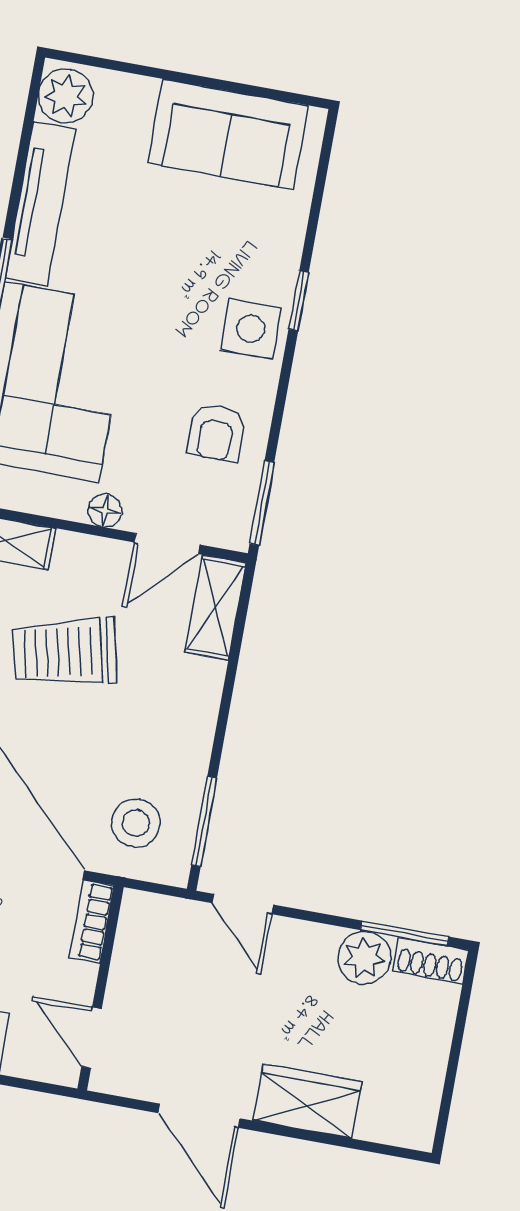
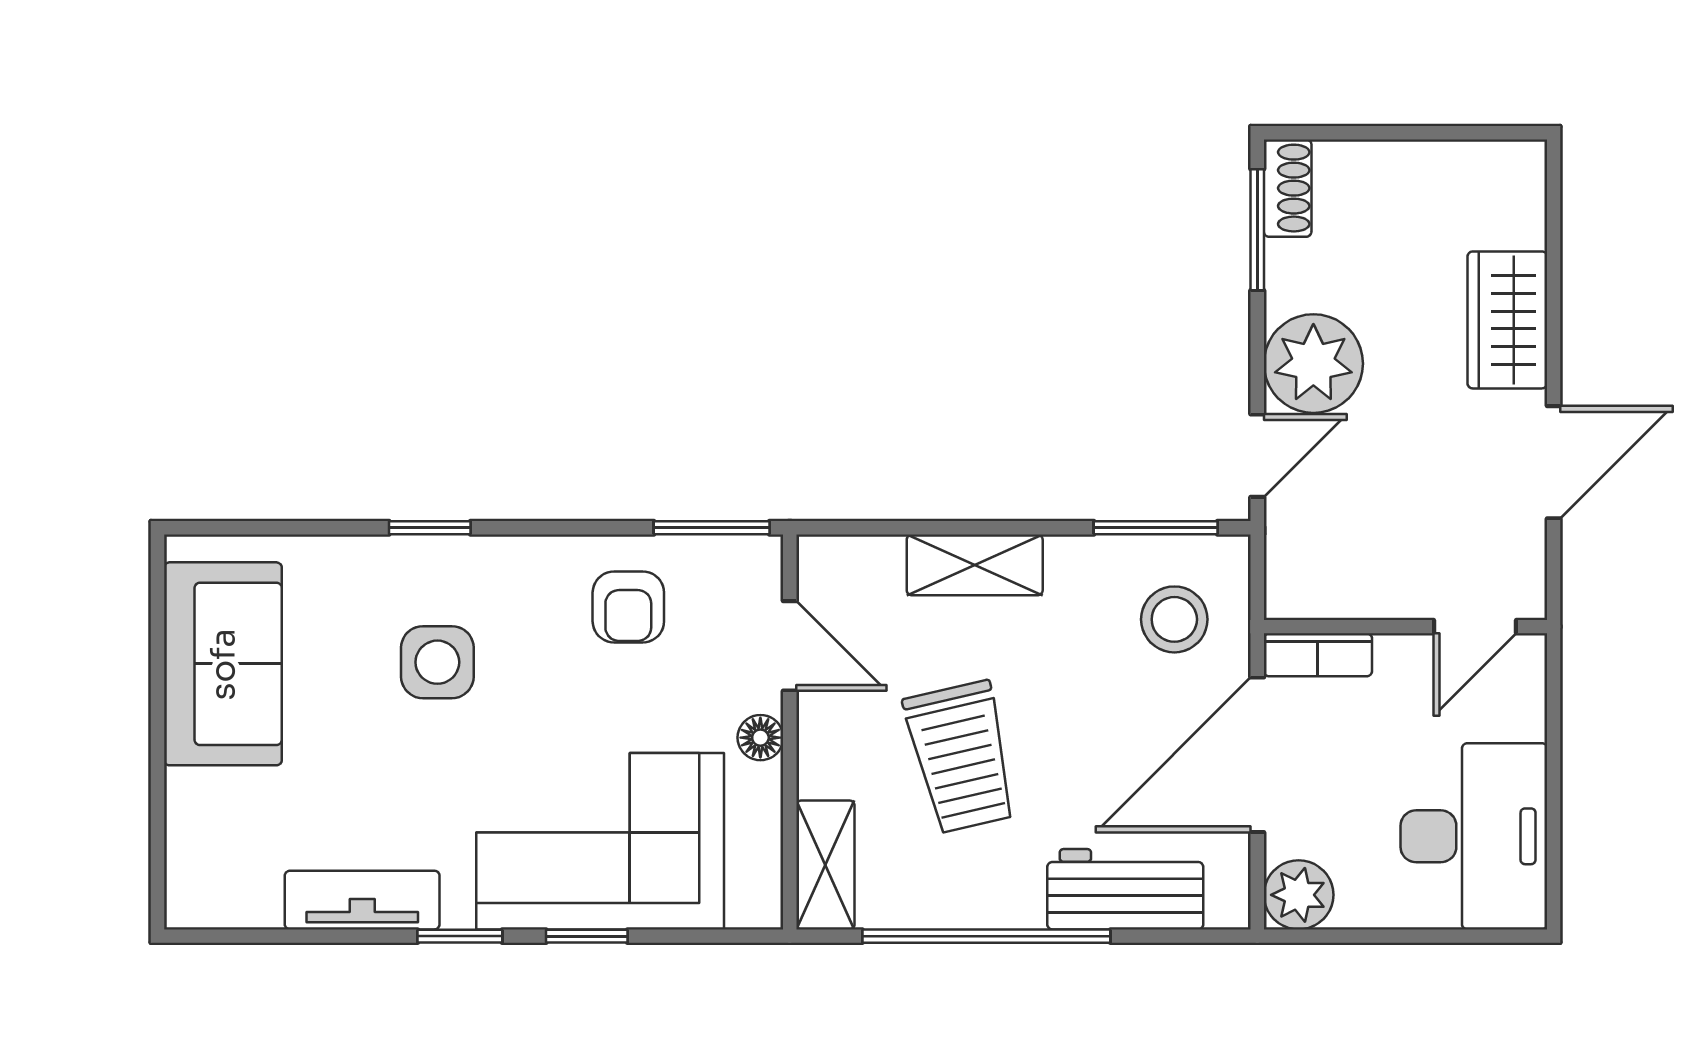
plant: (66, 96) -> (211, 892), removed
tv unit: (40, 204) -> (362, 900), width x0.71
side table: (251, 329) -> (437, 662), moved
armchair: (216, 433) -> (628, 607), turned 90
shelving: (215, 608) -> (975, 565), moved
plant: (364, 958) -> (1313, 364), moved, width x1.36, depth x1.36

